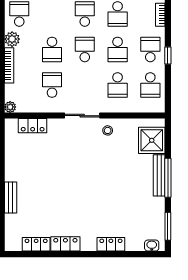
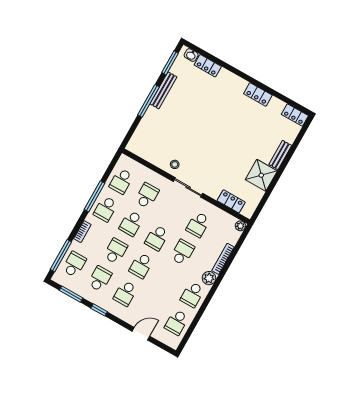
school desk: (118, 49) -> (131, 223), turned 180
window: (168, 56) -> (95, 196), width x2.17
school desk: (150, 85) -> (121, 181), turned 180
shower: (152, 140) -> (261, 175), moved
bench: (159, 175) -> (163, 90), moved
locker: (36, 244) -> (295, 115), moved
locker: (111, 244) -> (208, 66), moved

